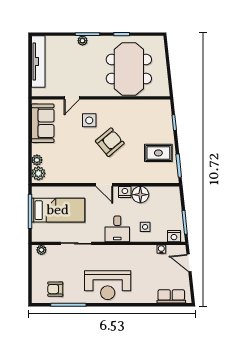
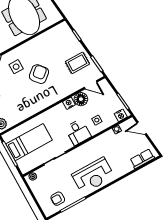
door: (104, 185) -> (91, 85), moved

